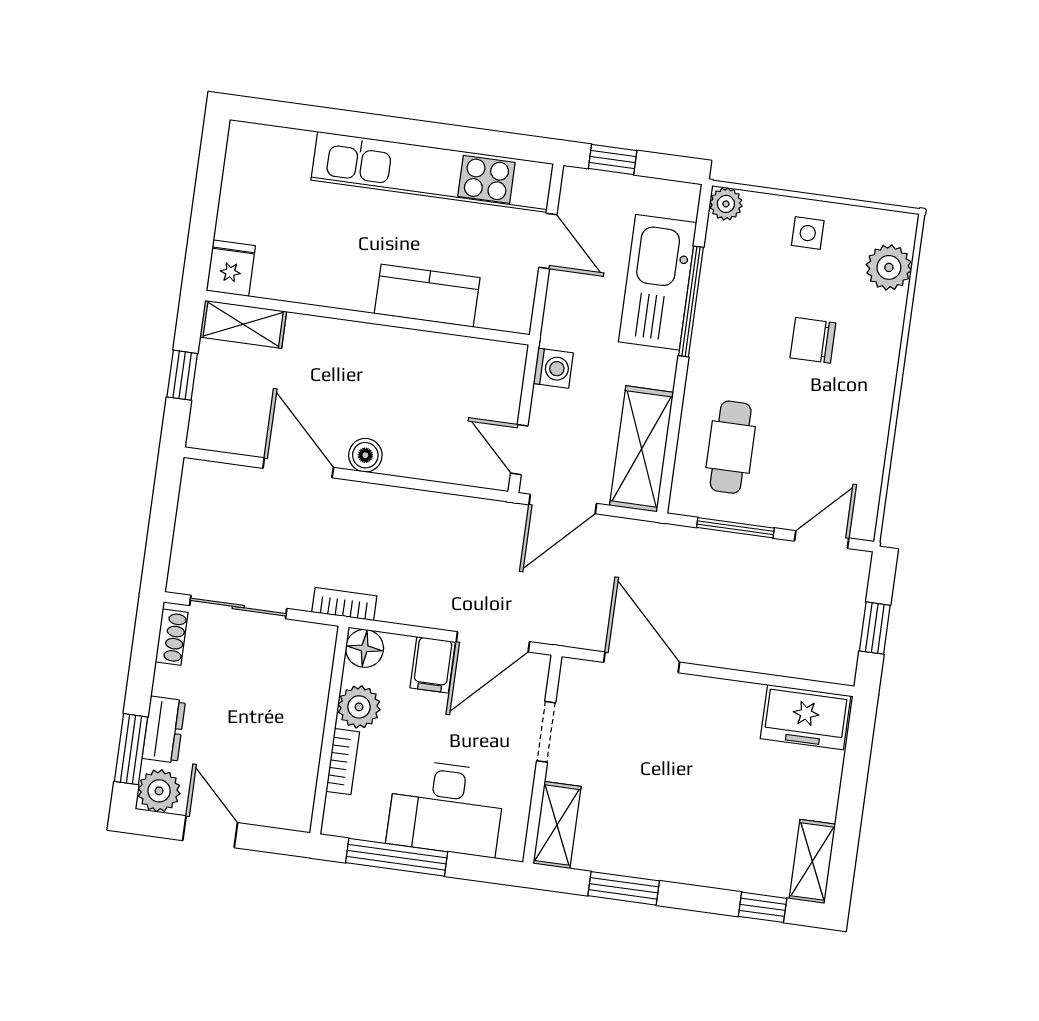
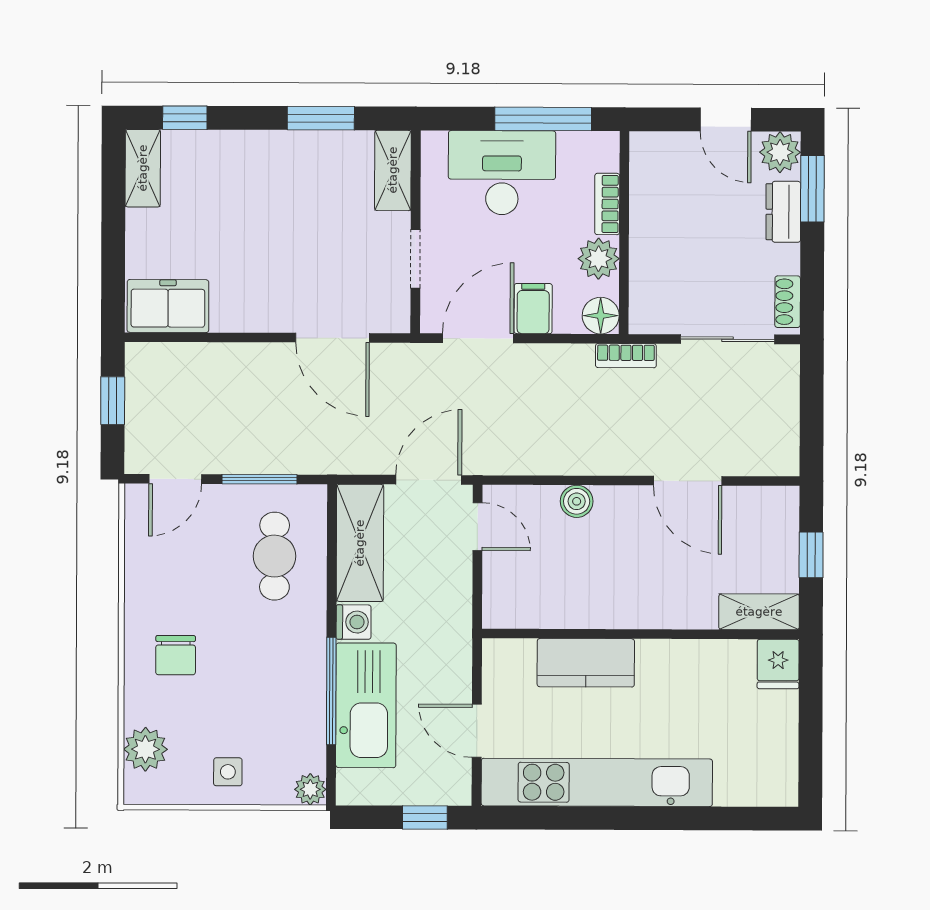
chair: (813, 340) -> (176, 655), moved, turned 90
washing machine: (553, 368) -> (354, 622), moved, turned 180
boiler: (365, 455) -> (577, 501), moved

